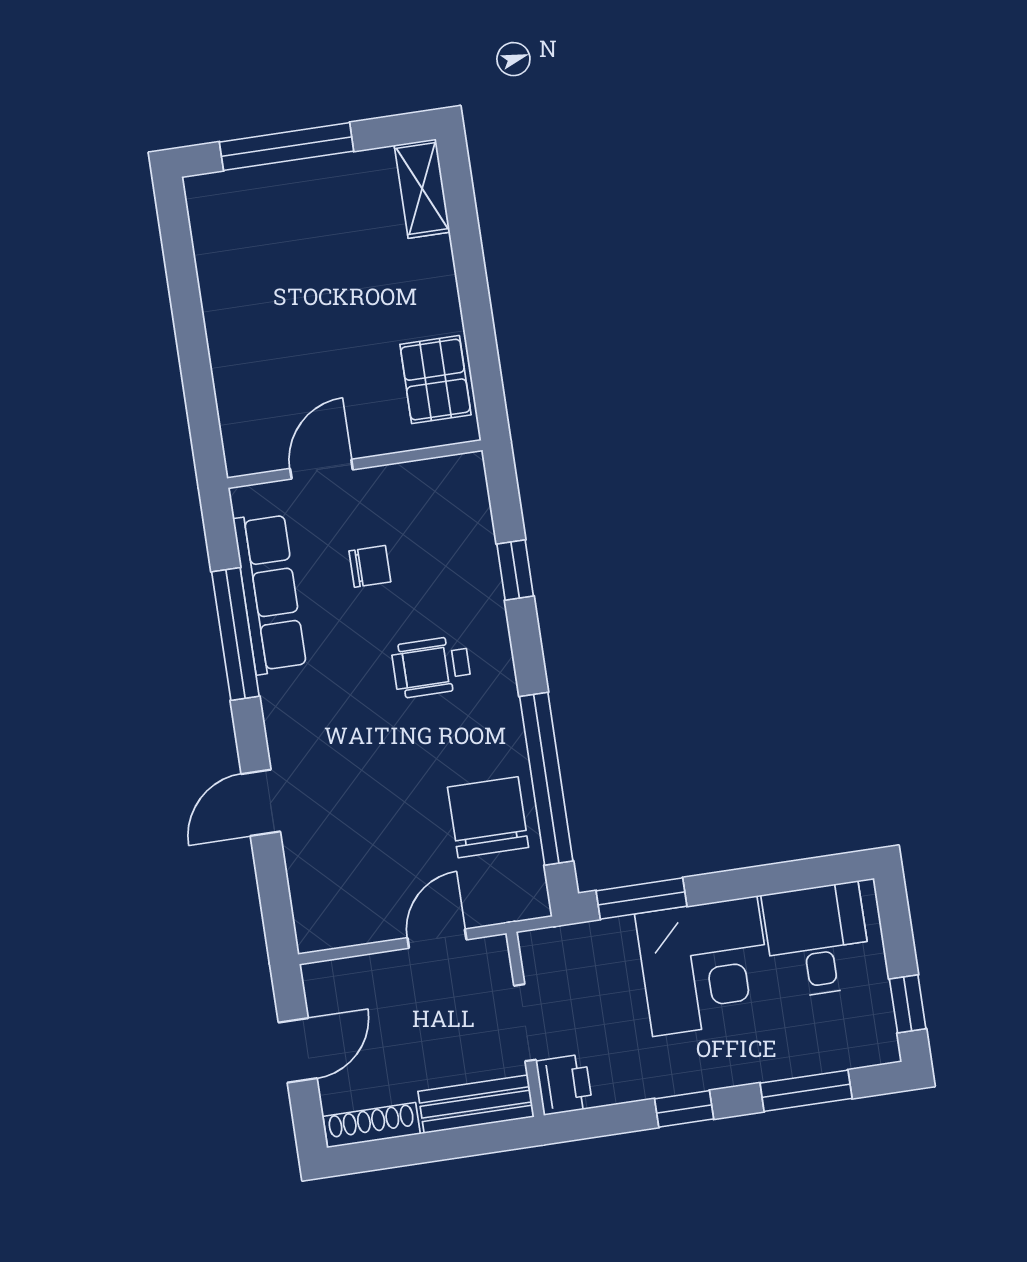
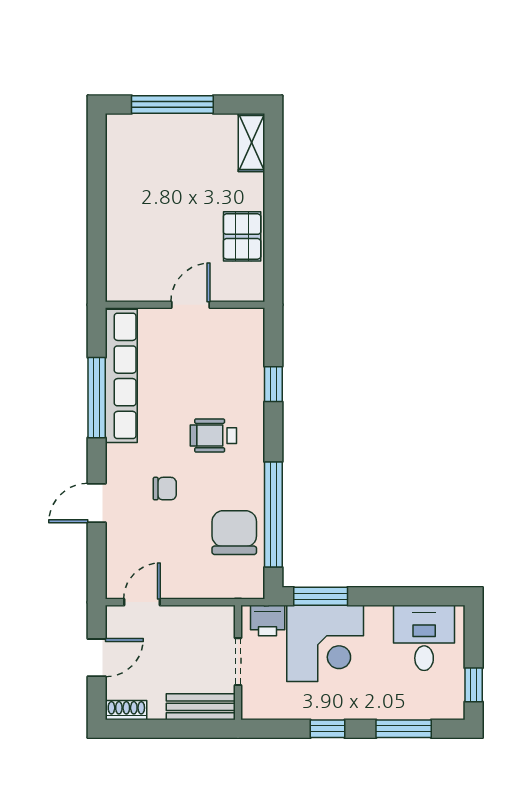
pallet: (435, 380) -> (242, 236), moved
door: (321, 469) -> (190, 305), moved
chair: (370, 566) -> (165, 489), moved
row of seats: (270, 593) -> (121, 376), width x1.36
door: (437, 939) -> (142, 602), moved
corner desk: (705, 966) -> (325, 643), moved
printer: (564, 1085) -> (268, 621), moved, turned 90
shoe rack: (372, 1125) -> (126, 710), width x0.70

